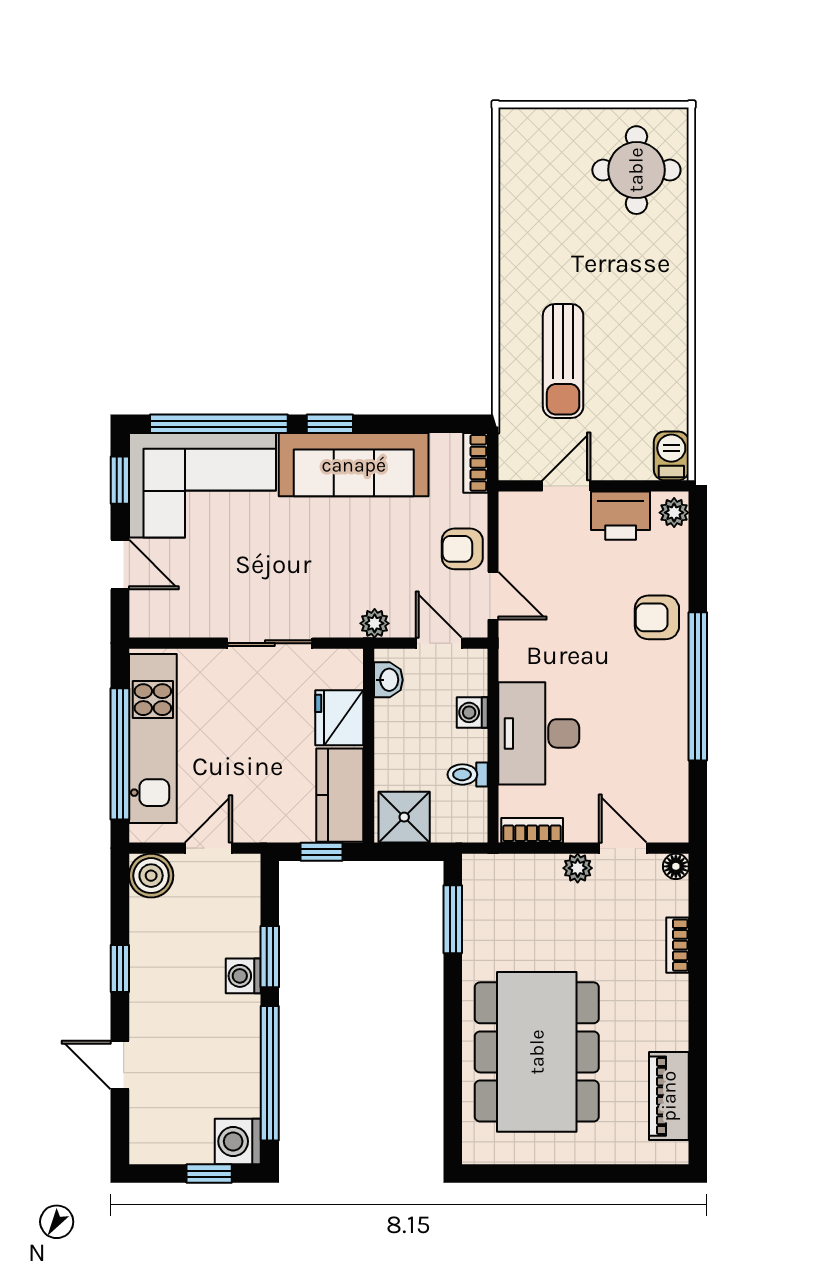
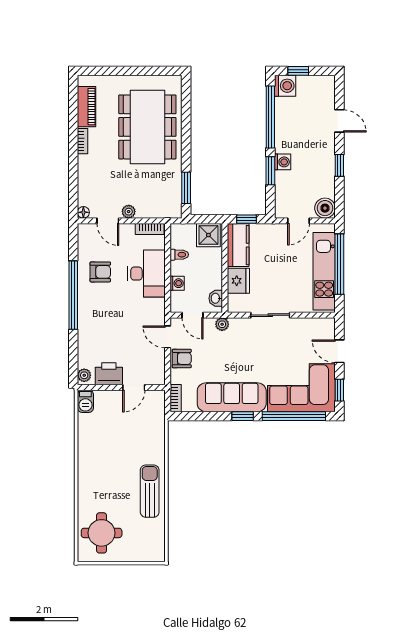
sun lounger: (563, 361) -> (150, 491), moved
armchair: (657, 617) -> (100, 272), moved
bookcase: (678, 945) -> (83, 141), moved

